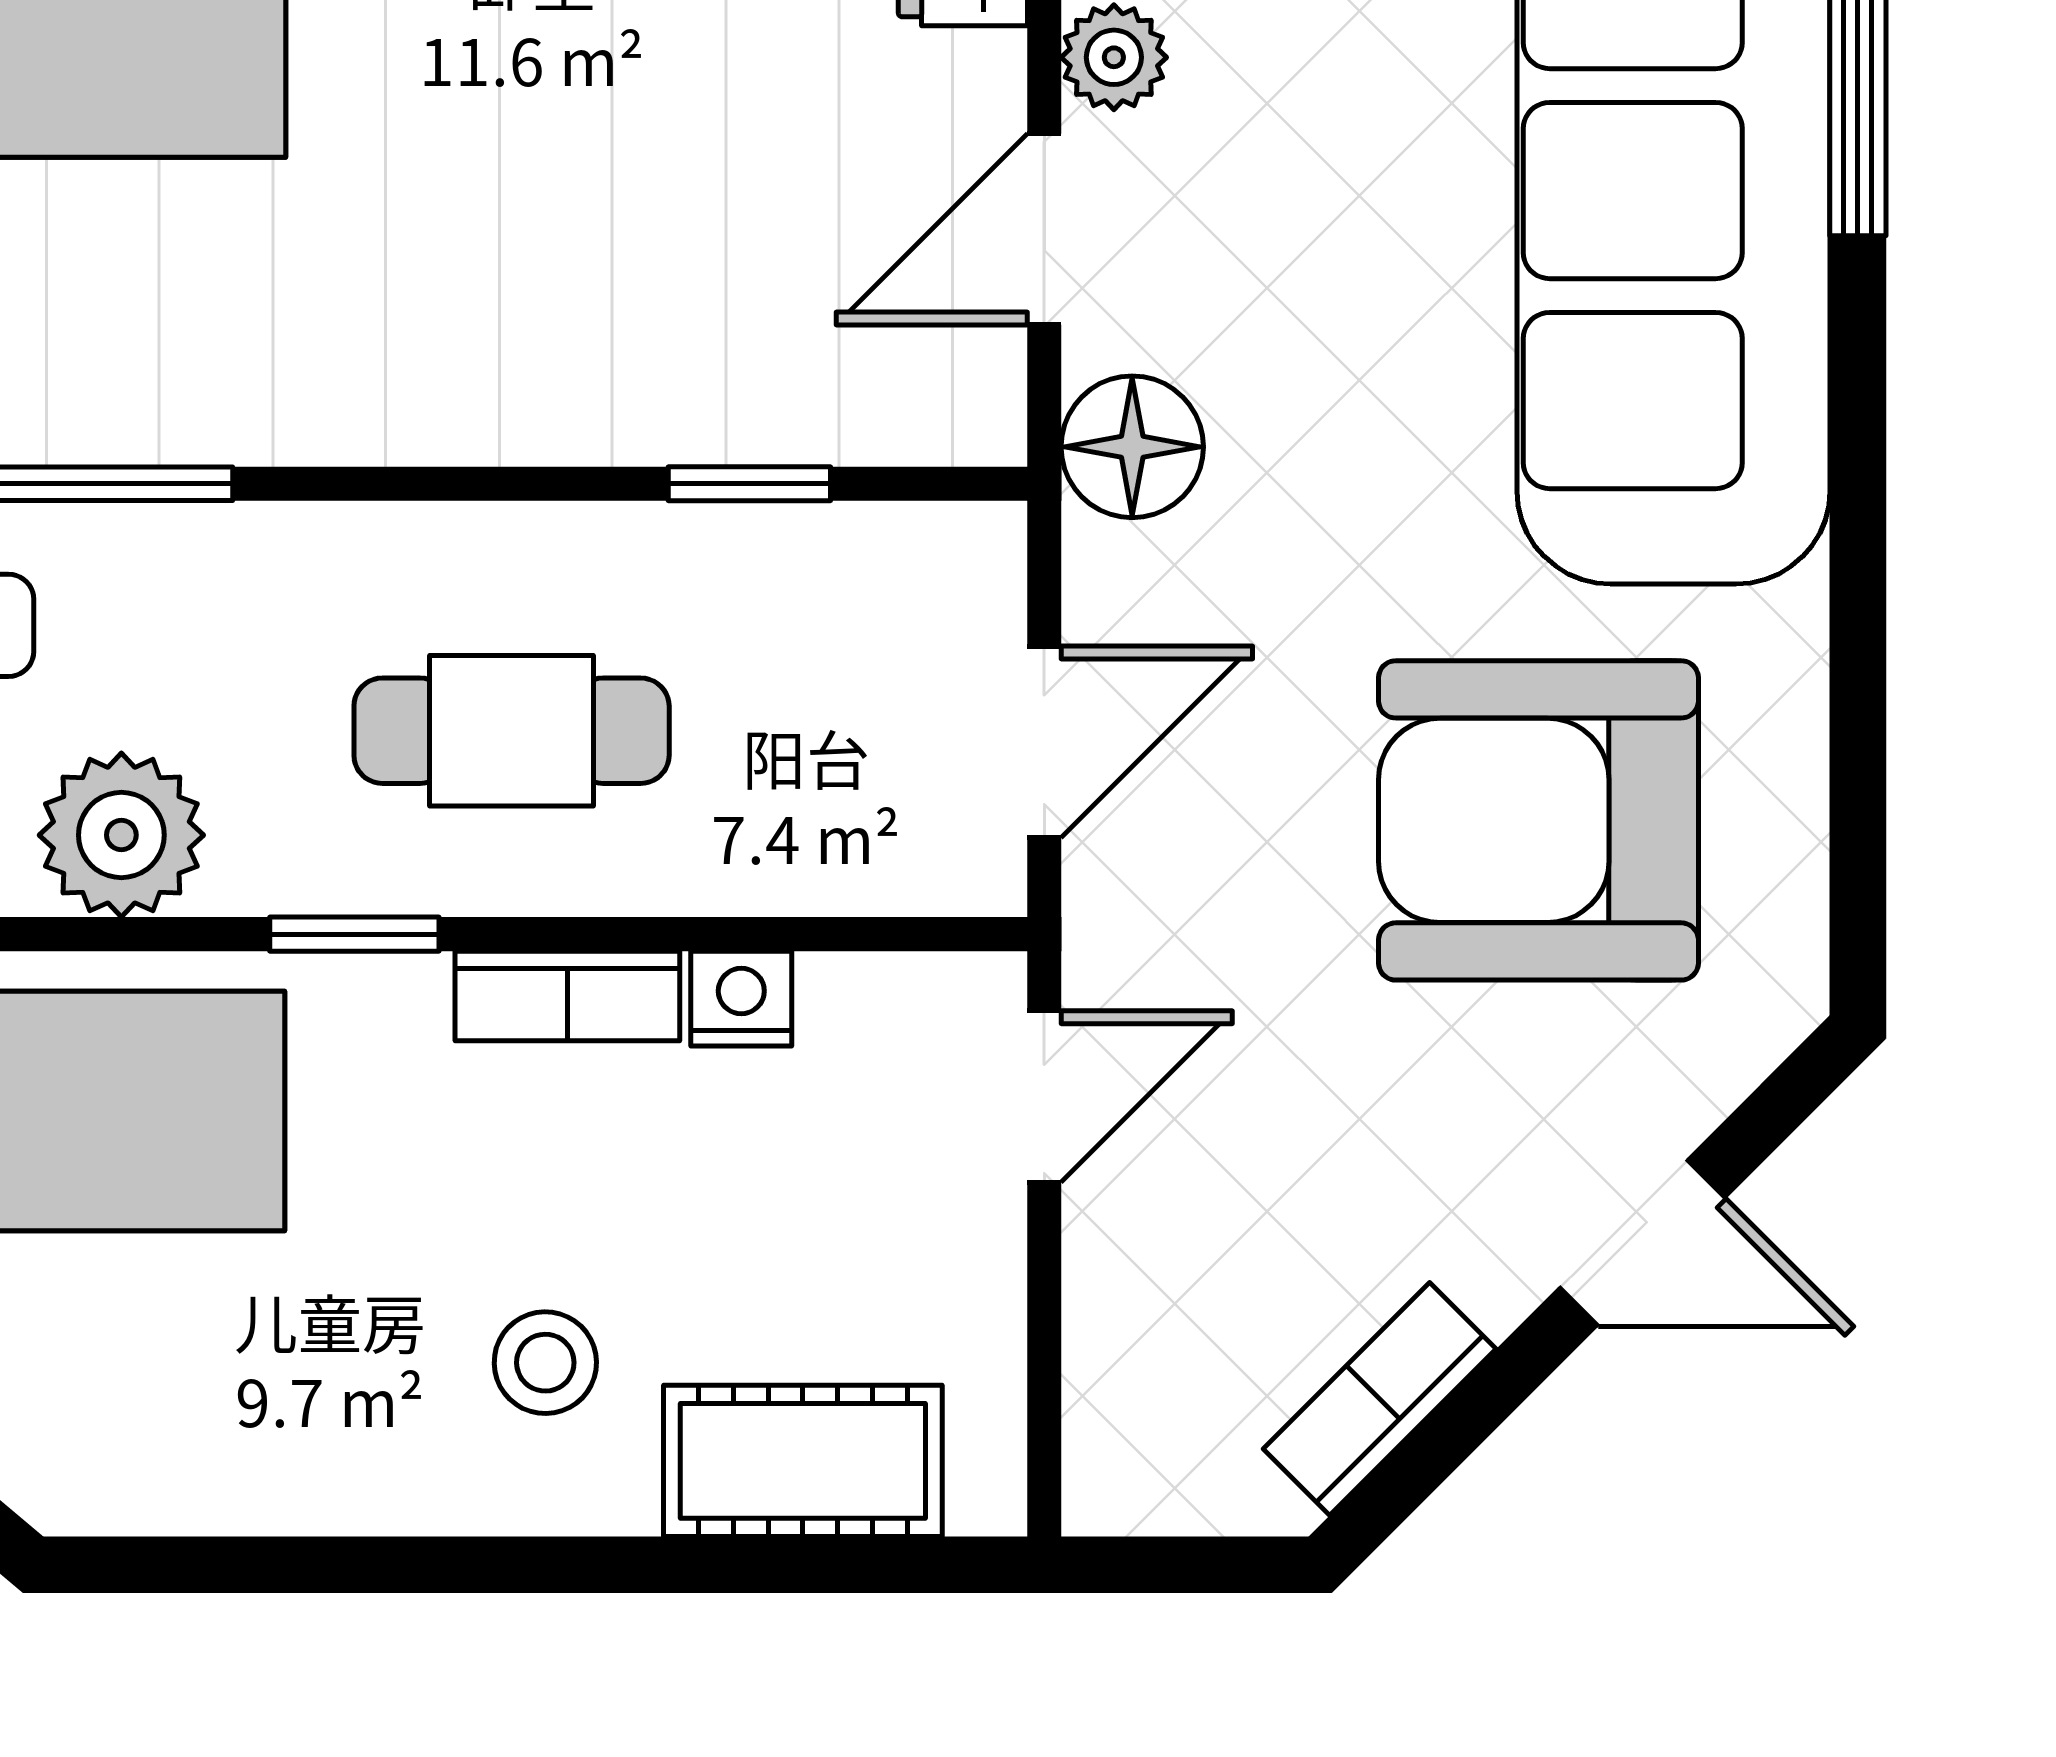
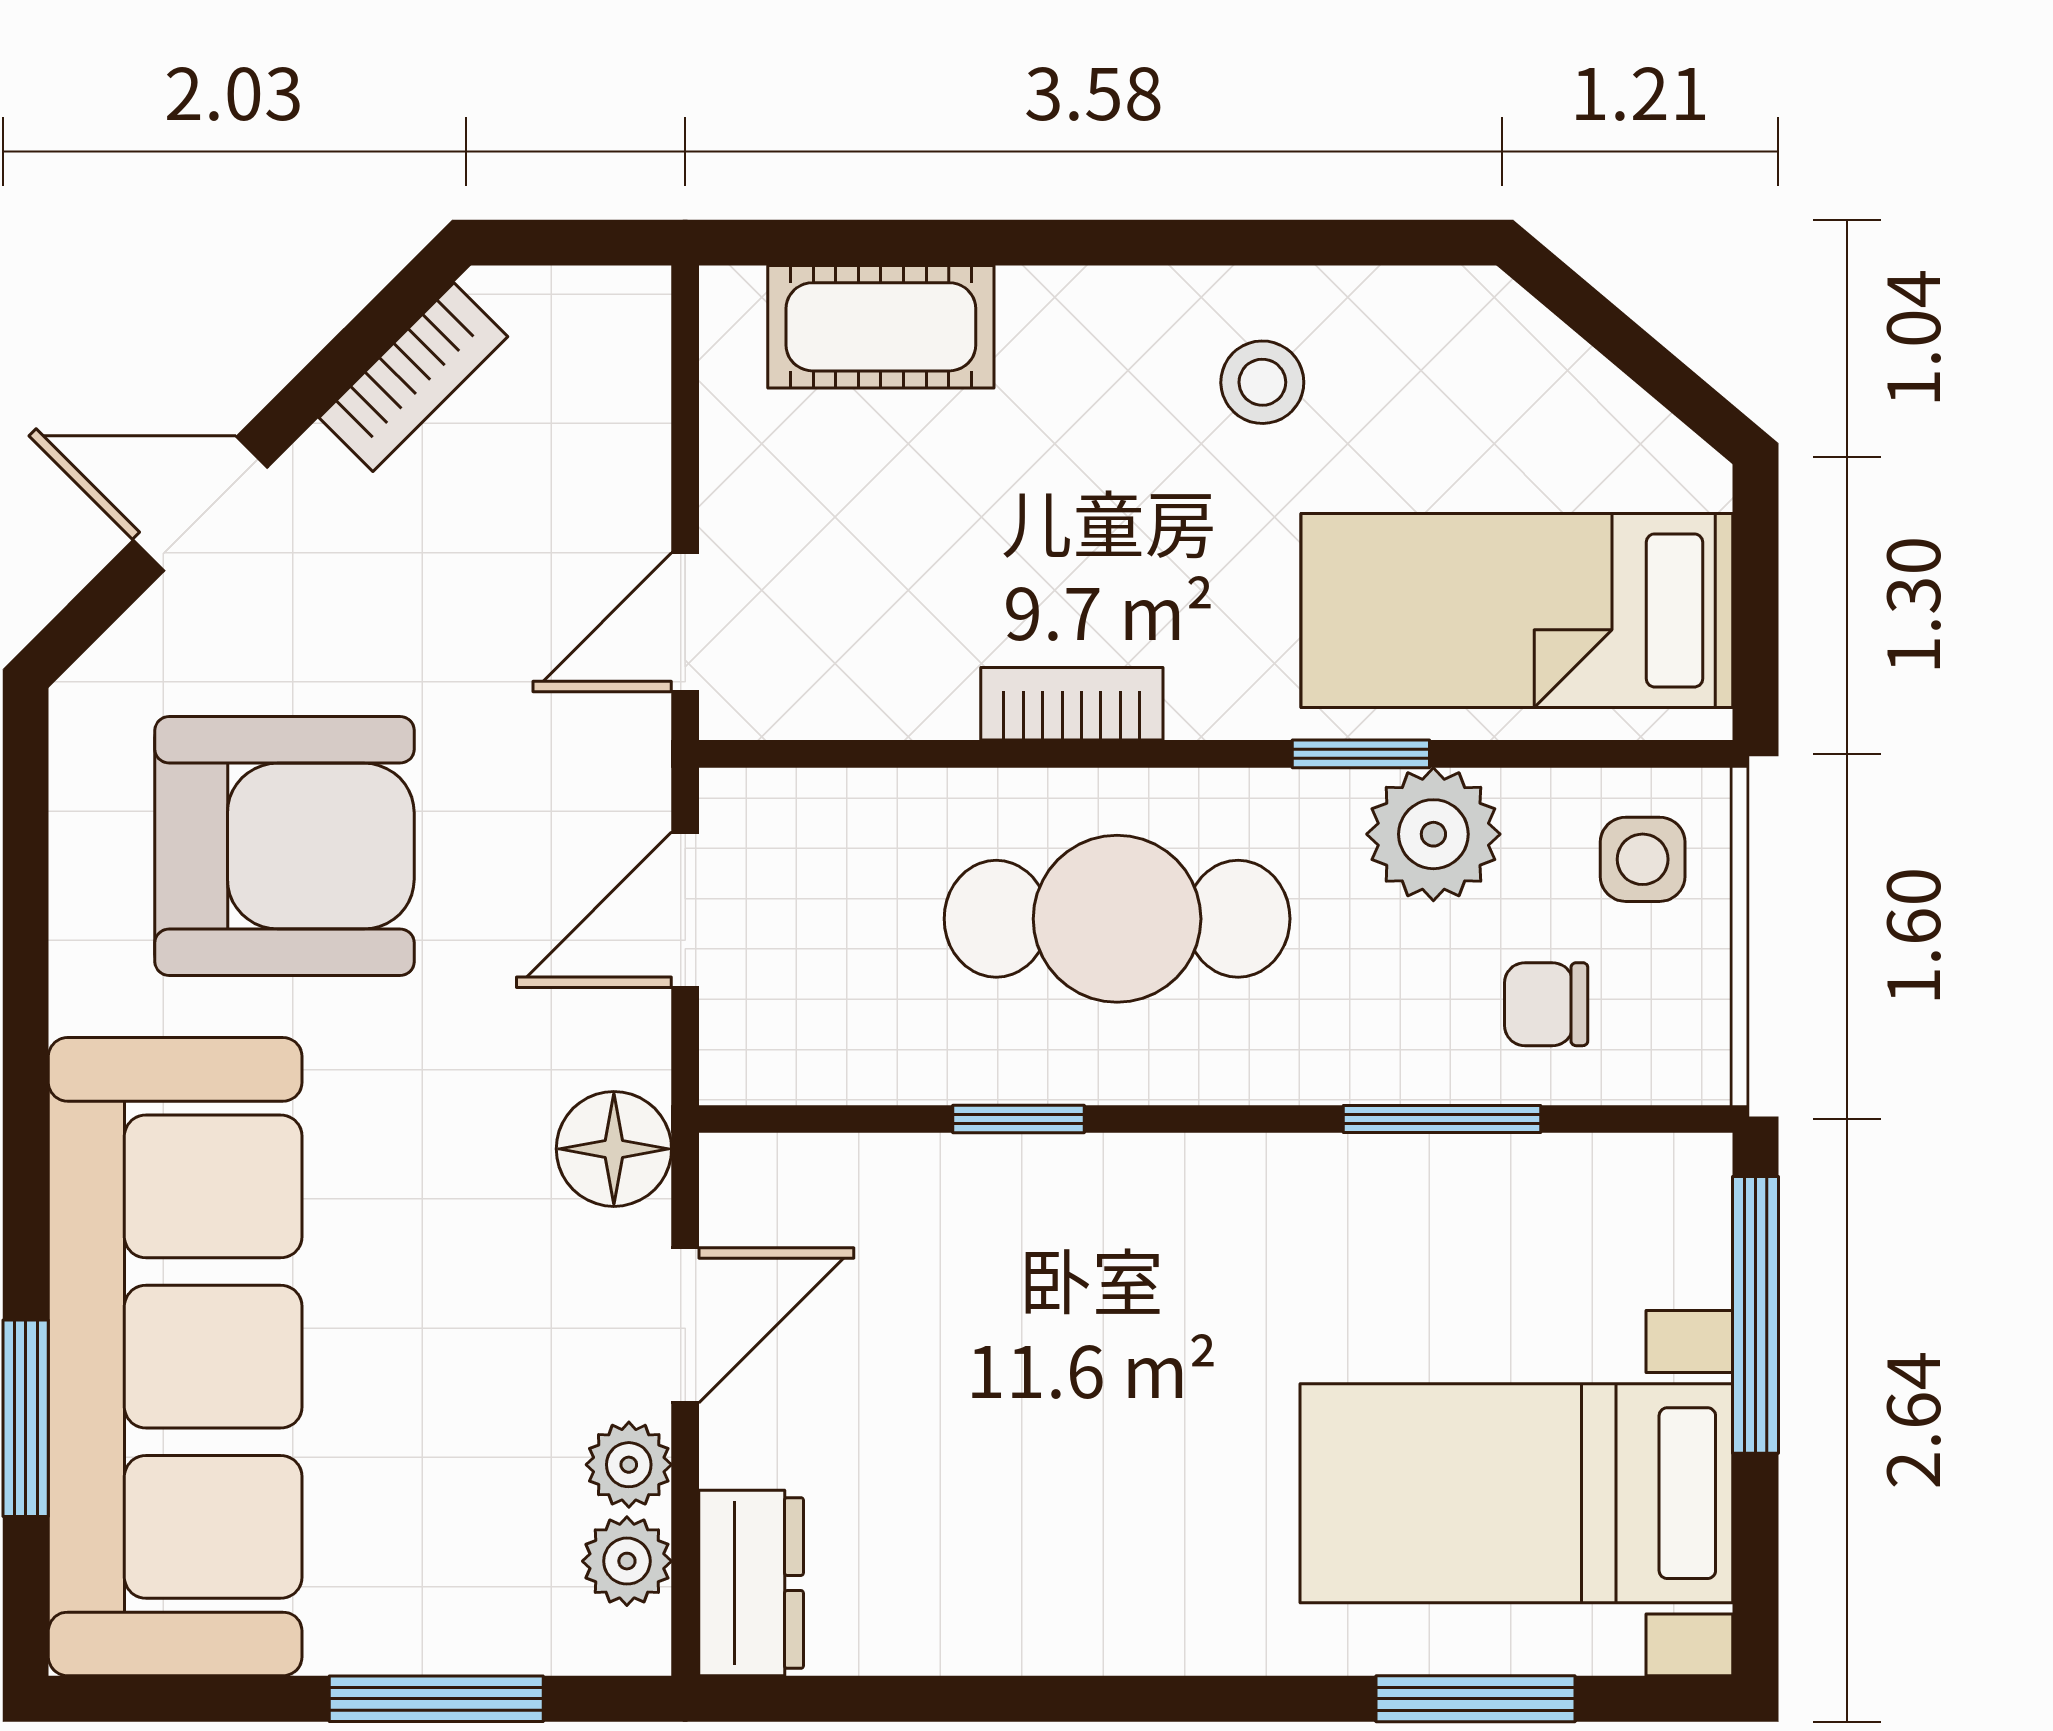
window: (749, 484) -> (1018, 1119), moved
cafe table: (512, 731) -> (1117, 919), width x1.37, depth x1.35
window: (354, 934) -> (1361, 754), moved
nightstand: (741, 999) -> (931, 702), removed
stool: (545, 1363) -> (1262, 382), moved

